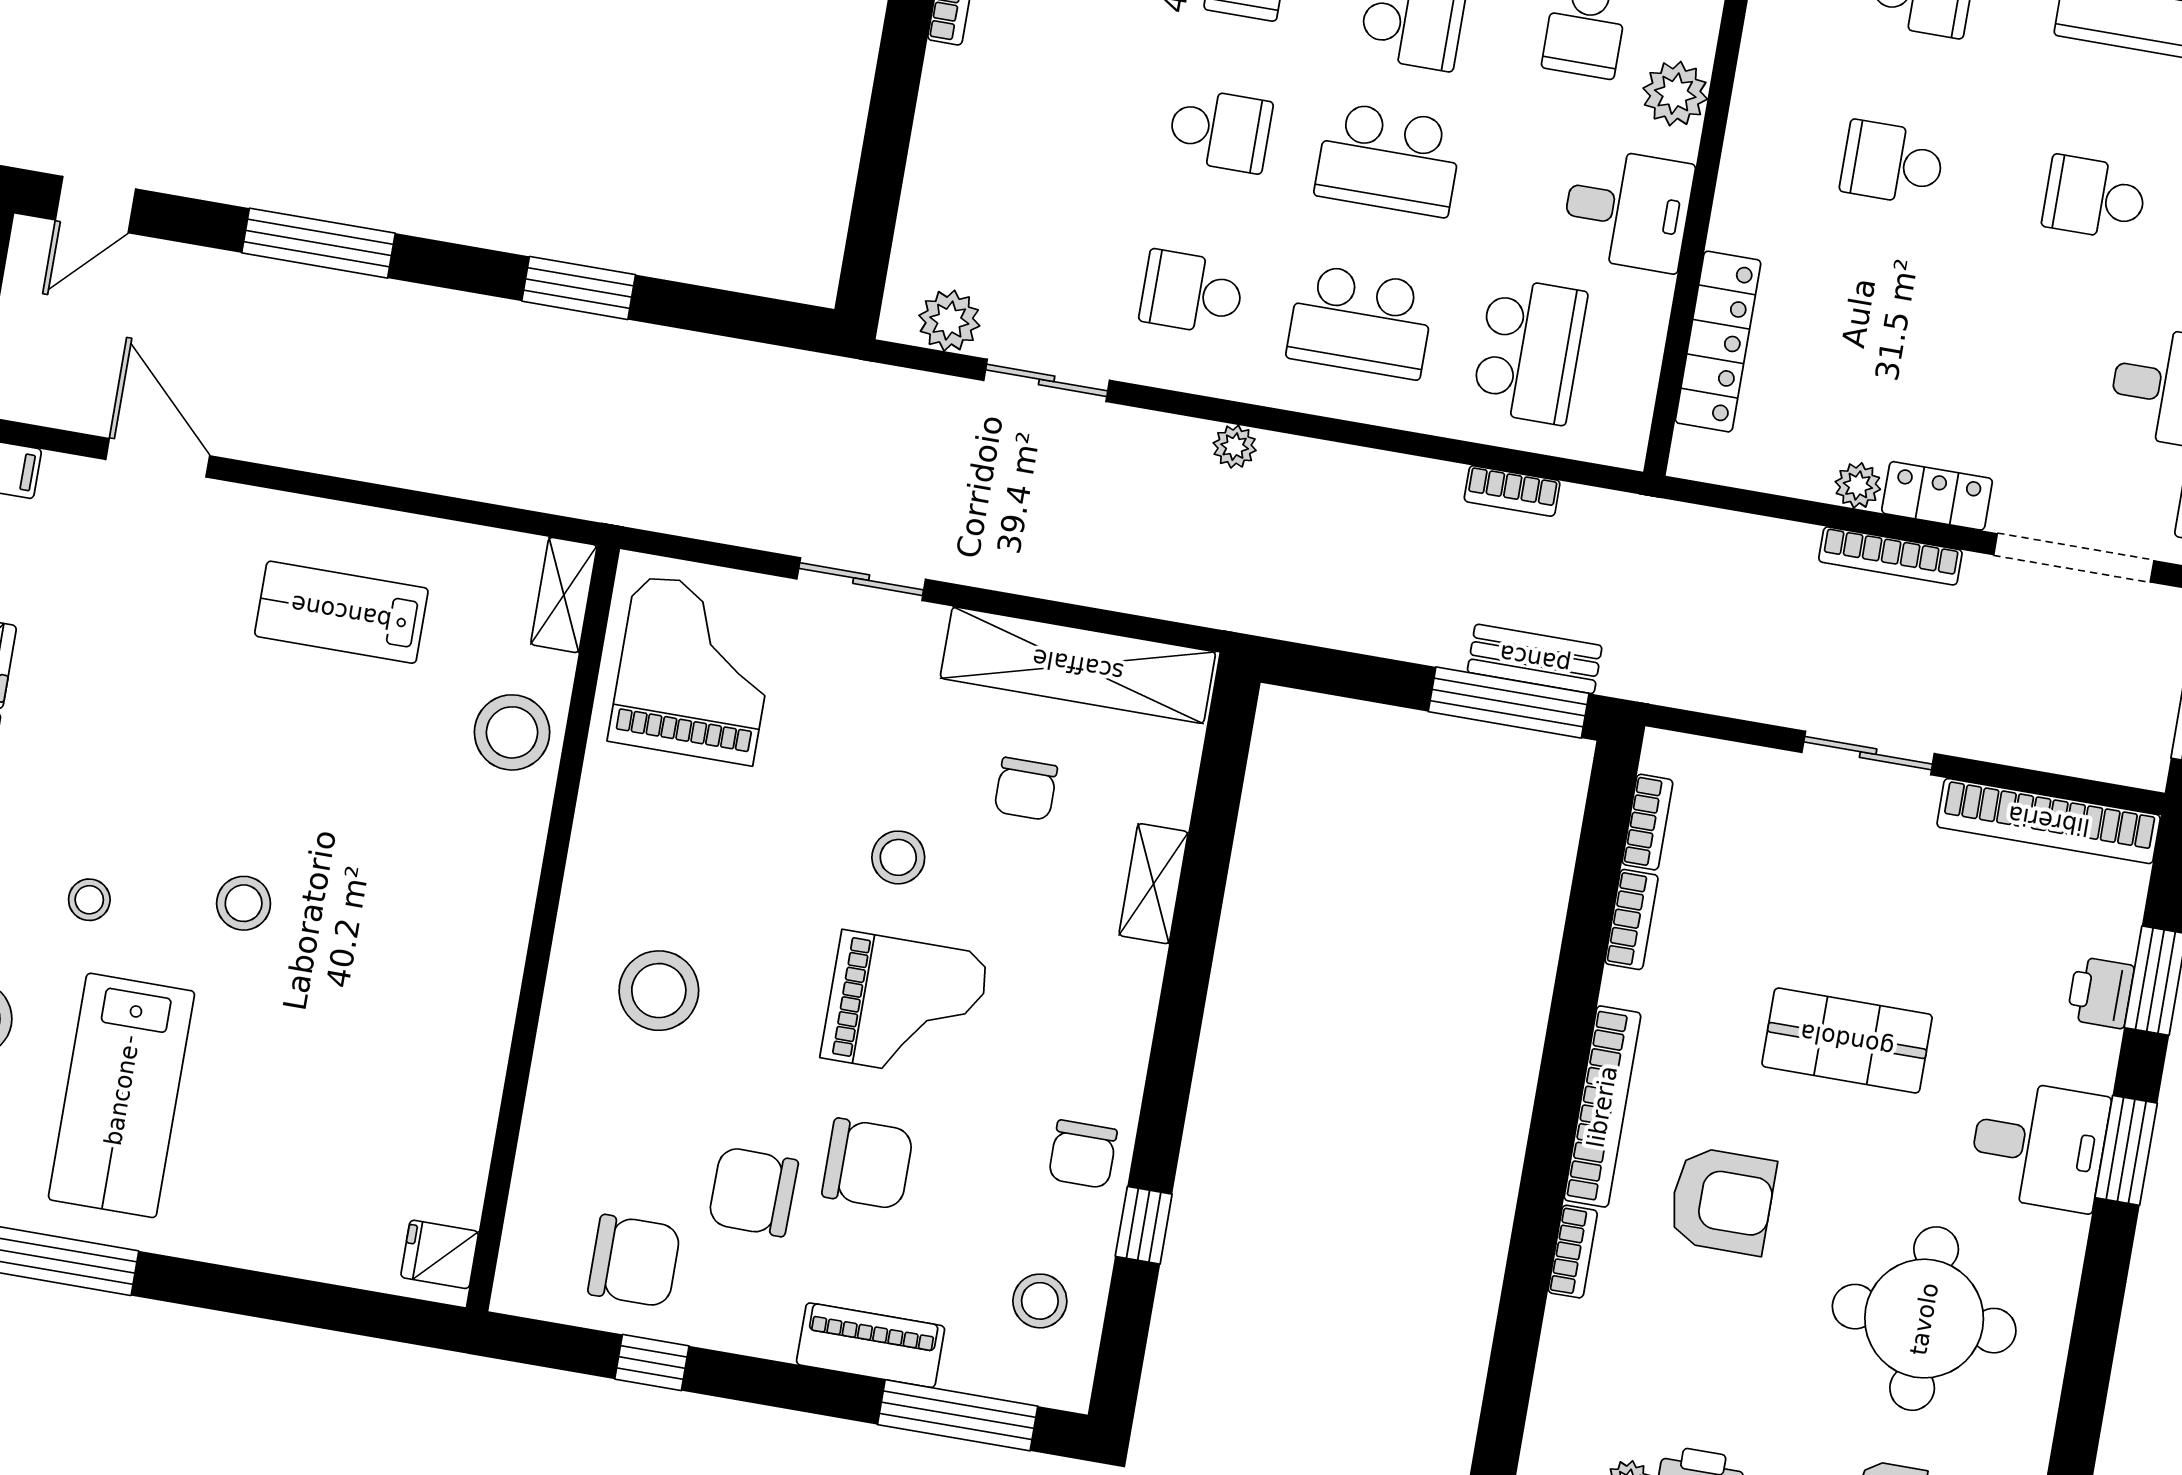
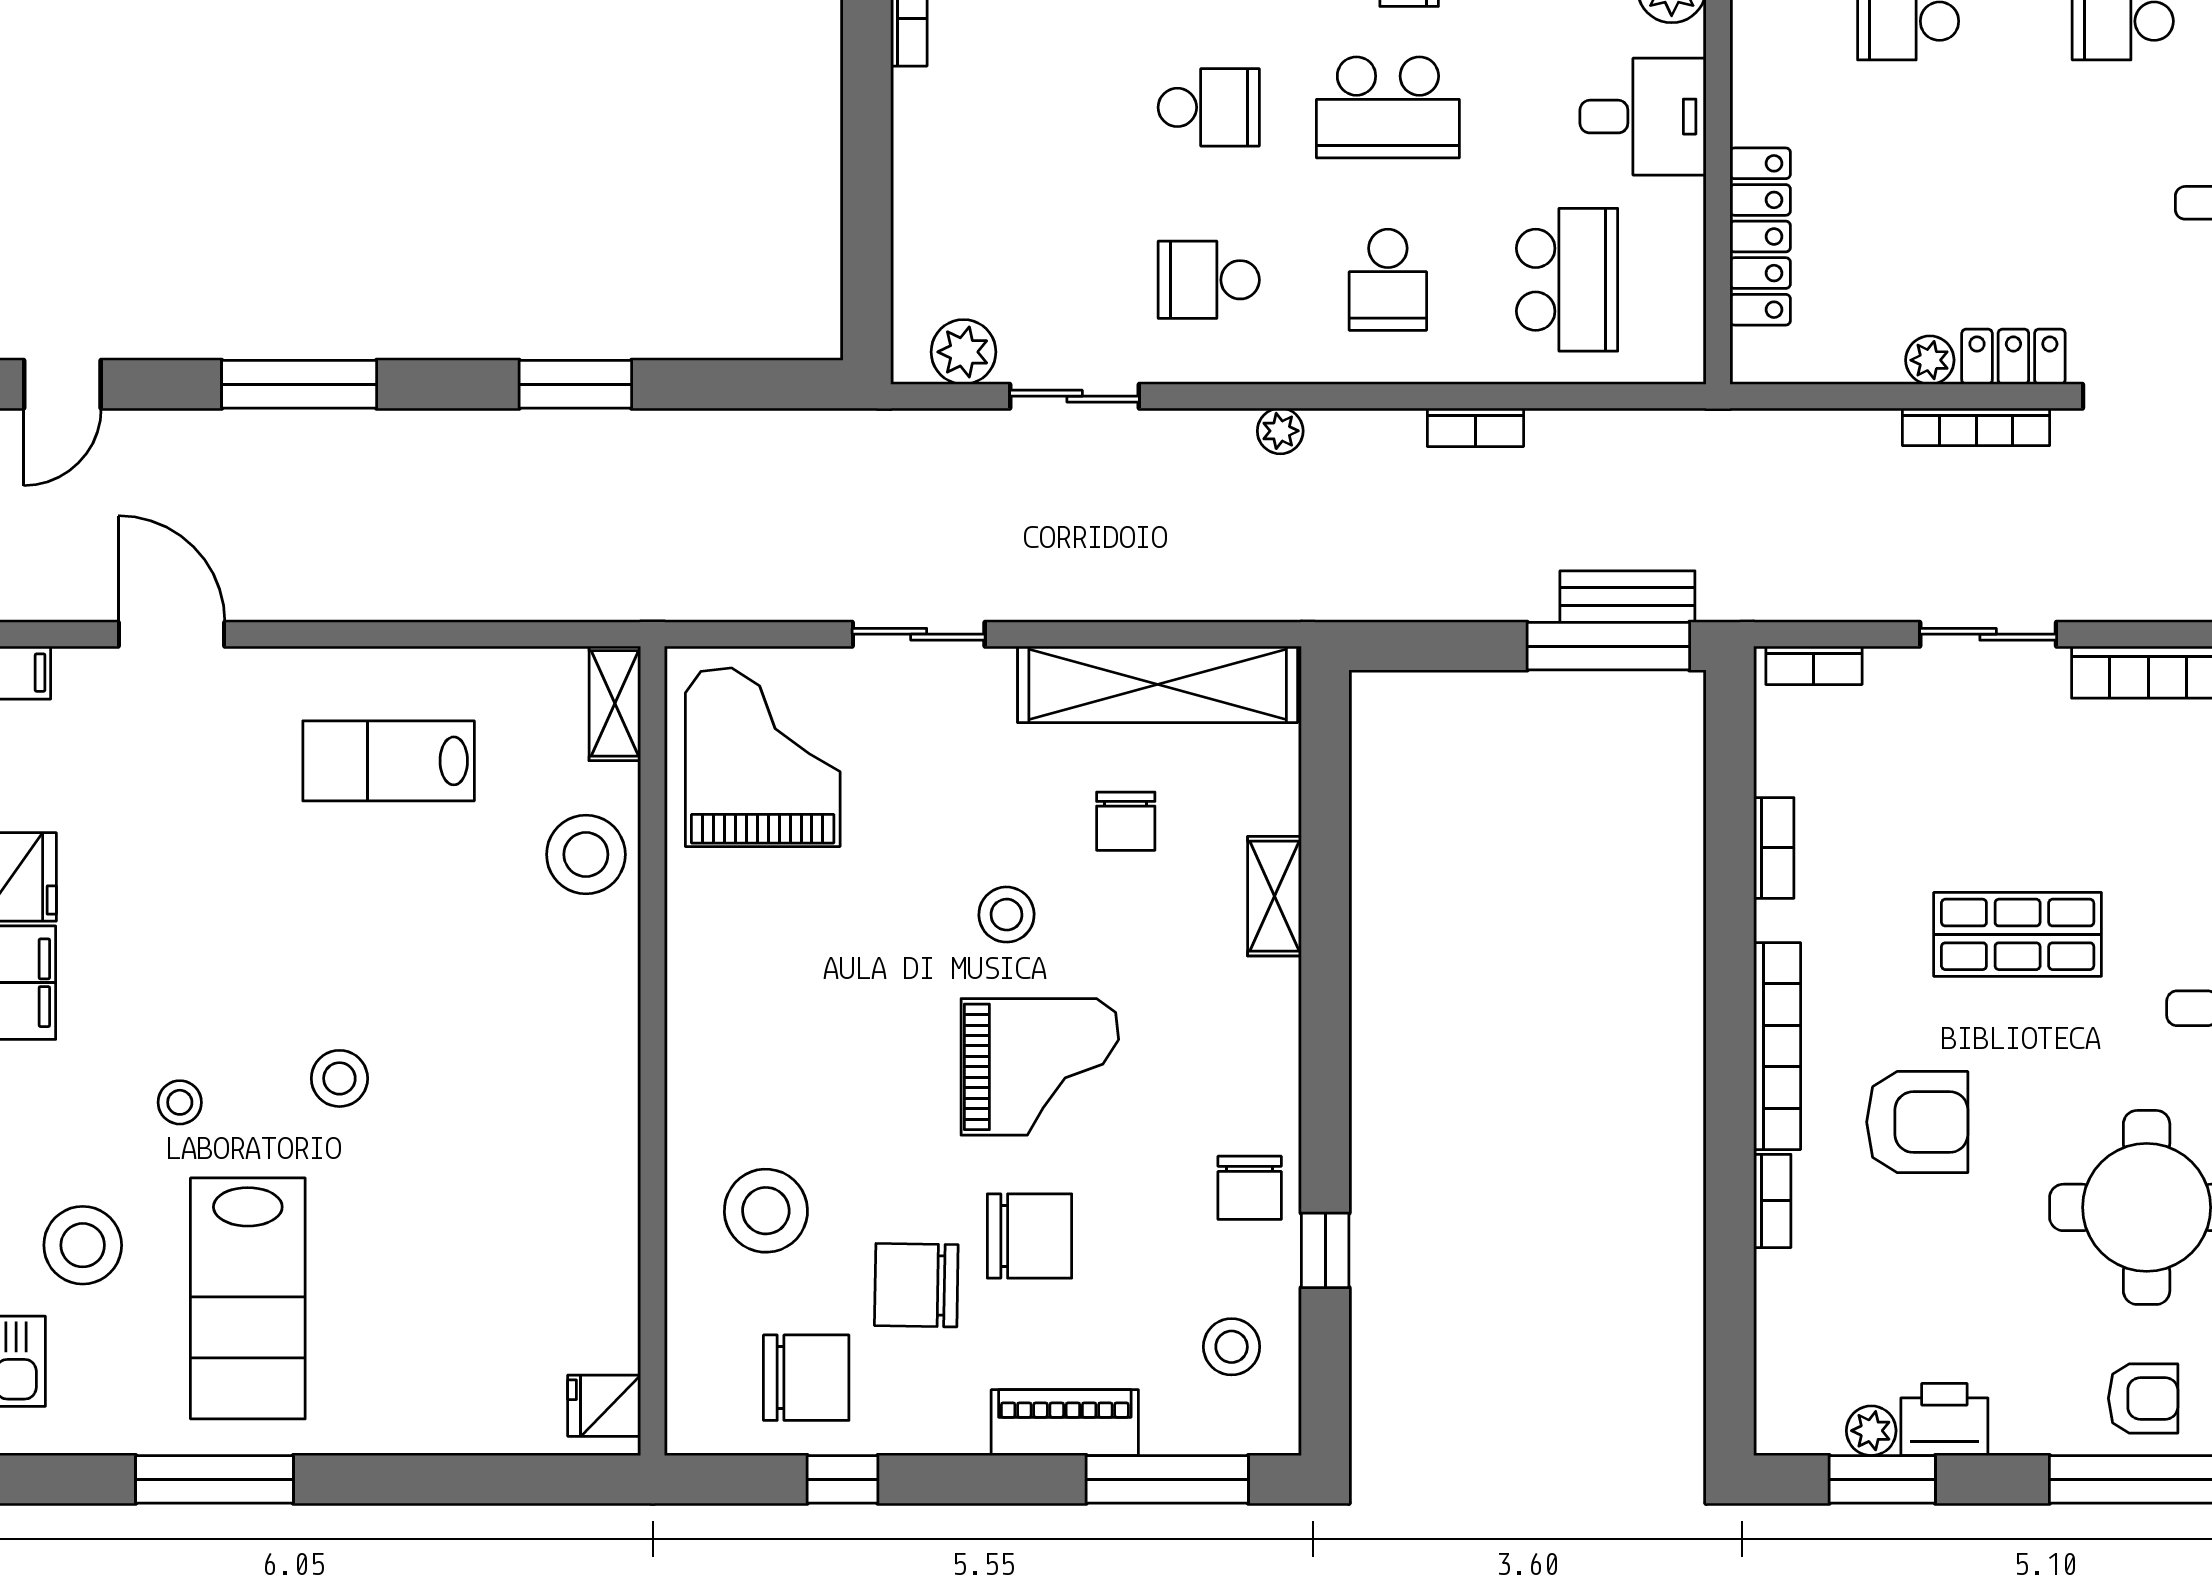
school desk: (1361, 322) -> (1388, 280), width x0.54
bookcase: (1512, 491) -> (1475, 427), moved
bookcase: (1647, 822) -> (1814, 665), moved, turned 90
stool: (659, 991) -> (766, 1211), moved

